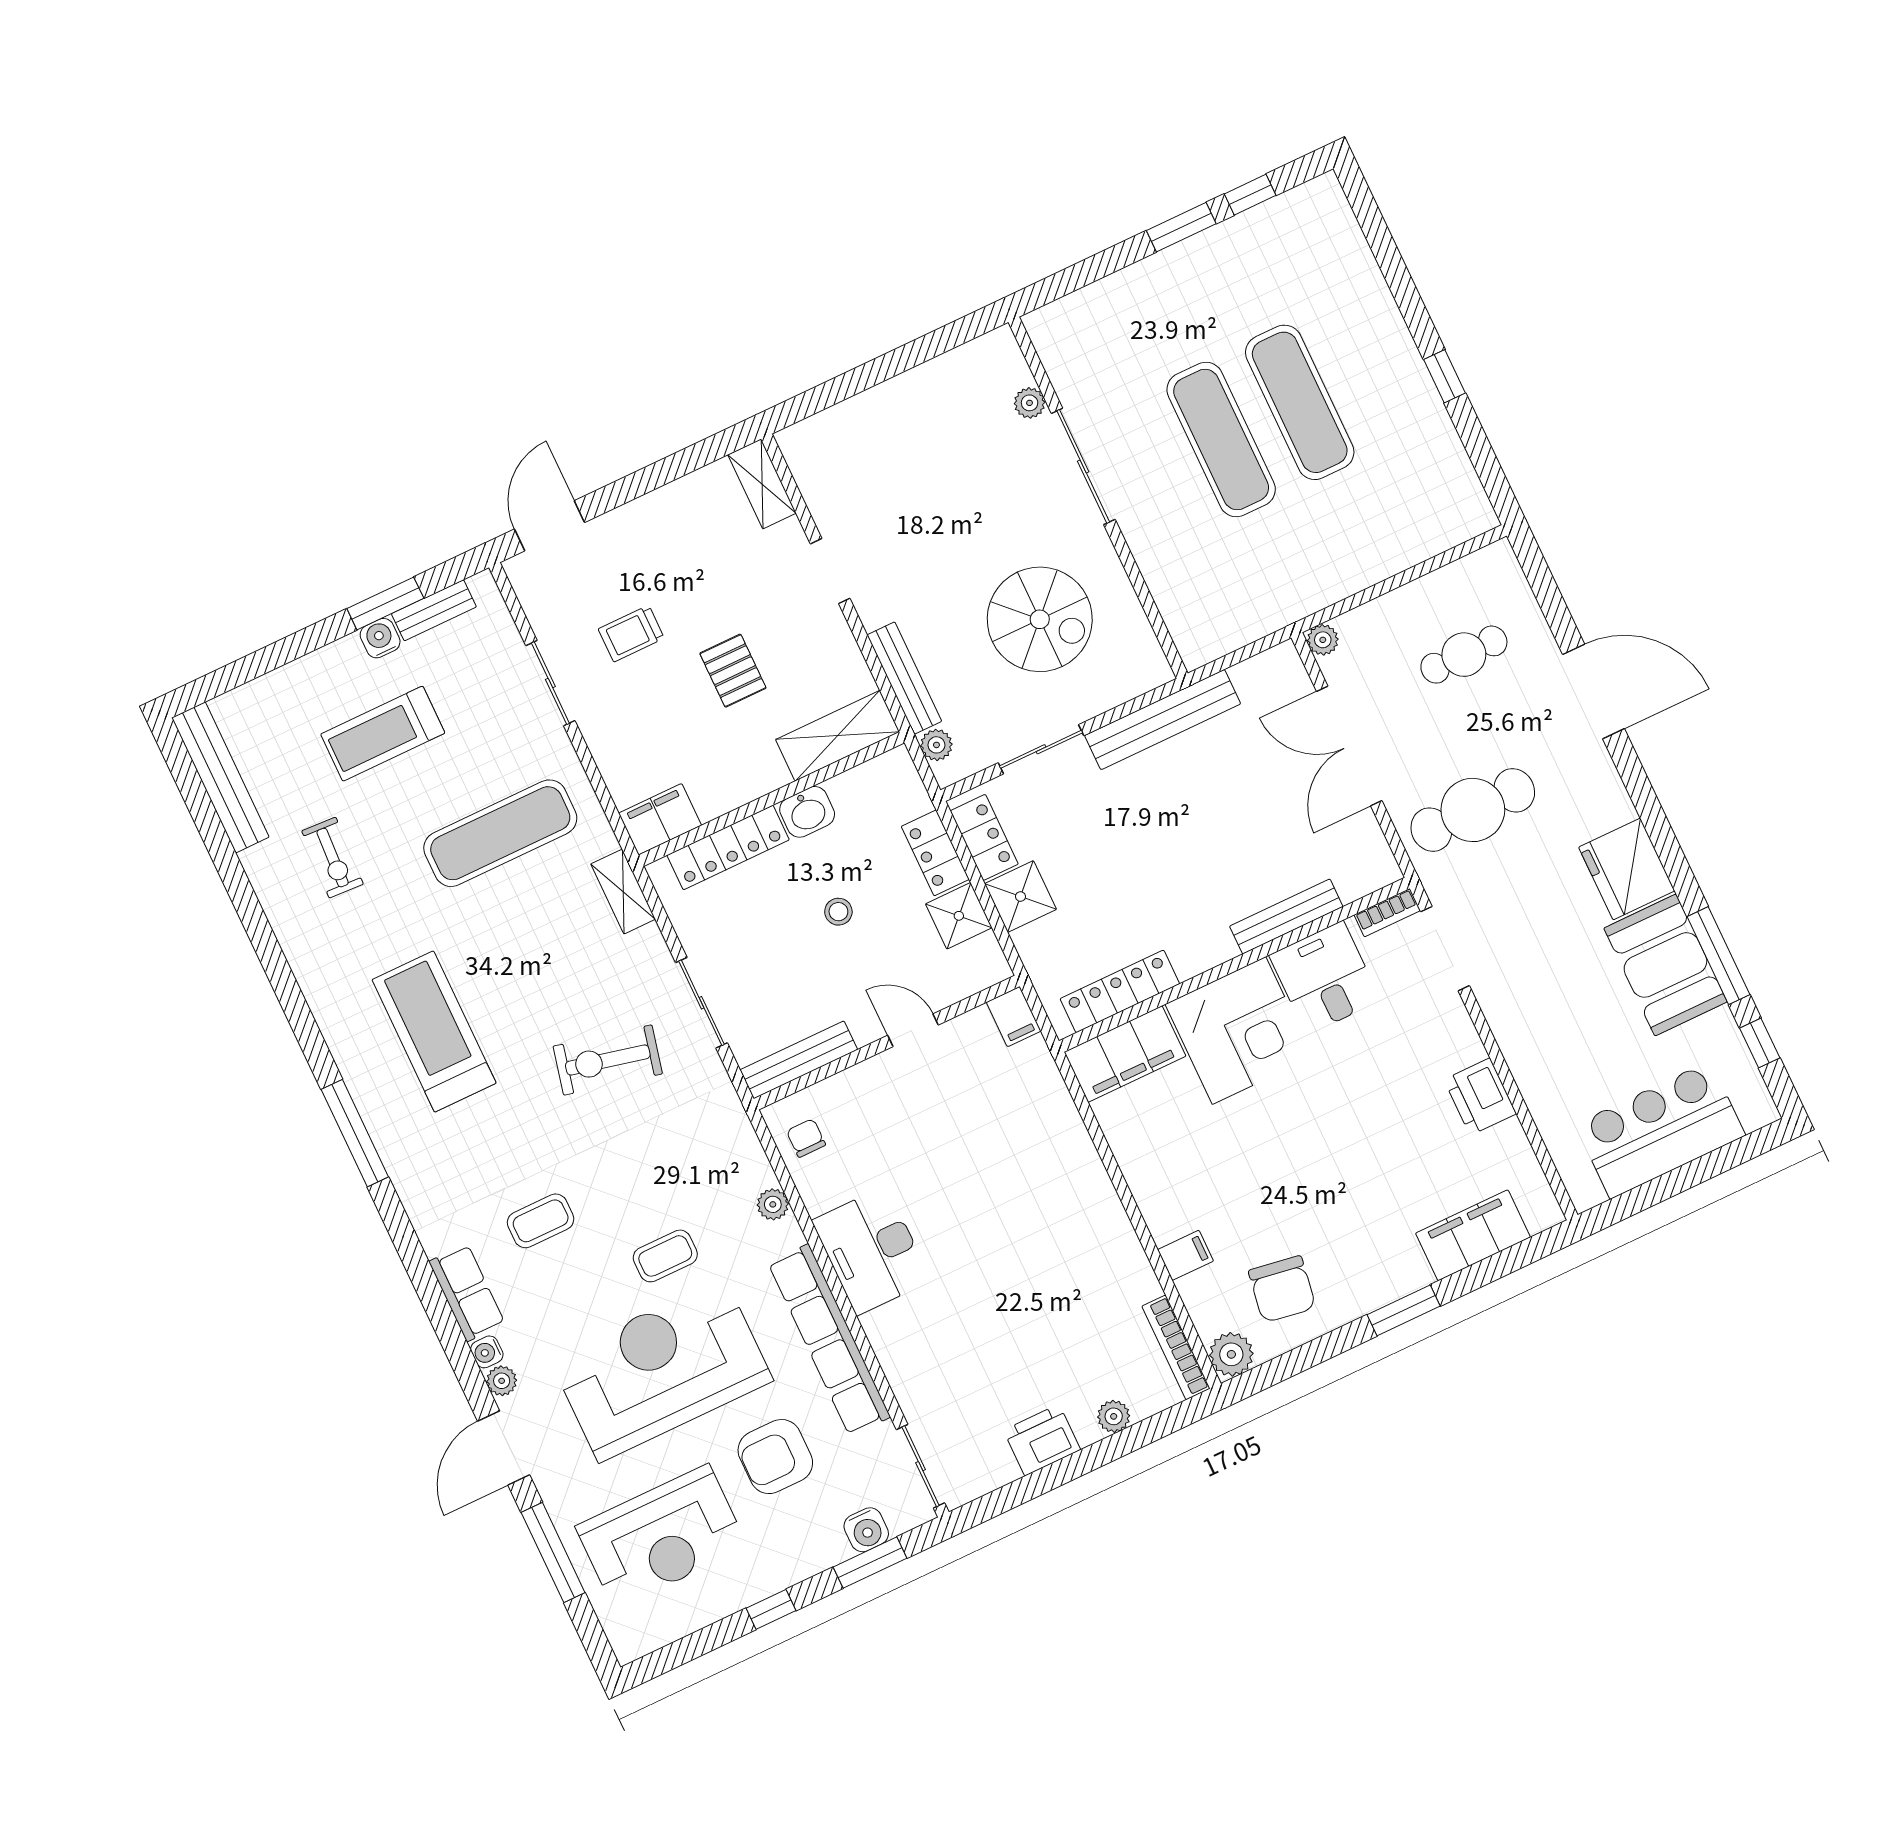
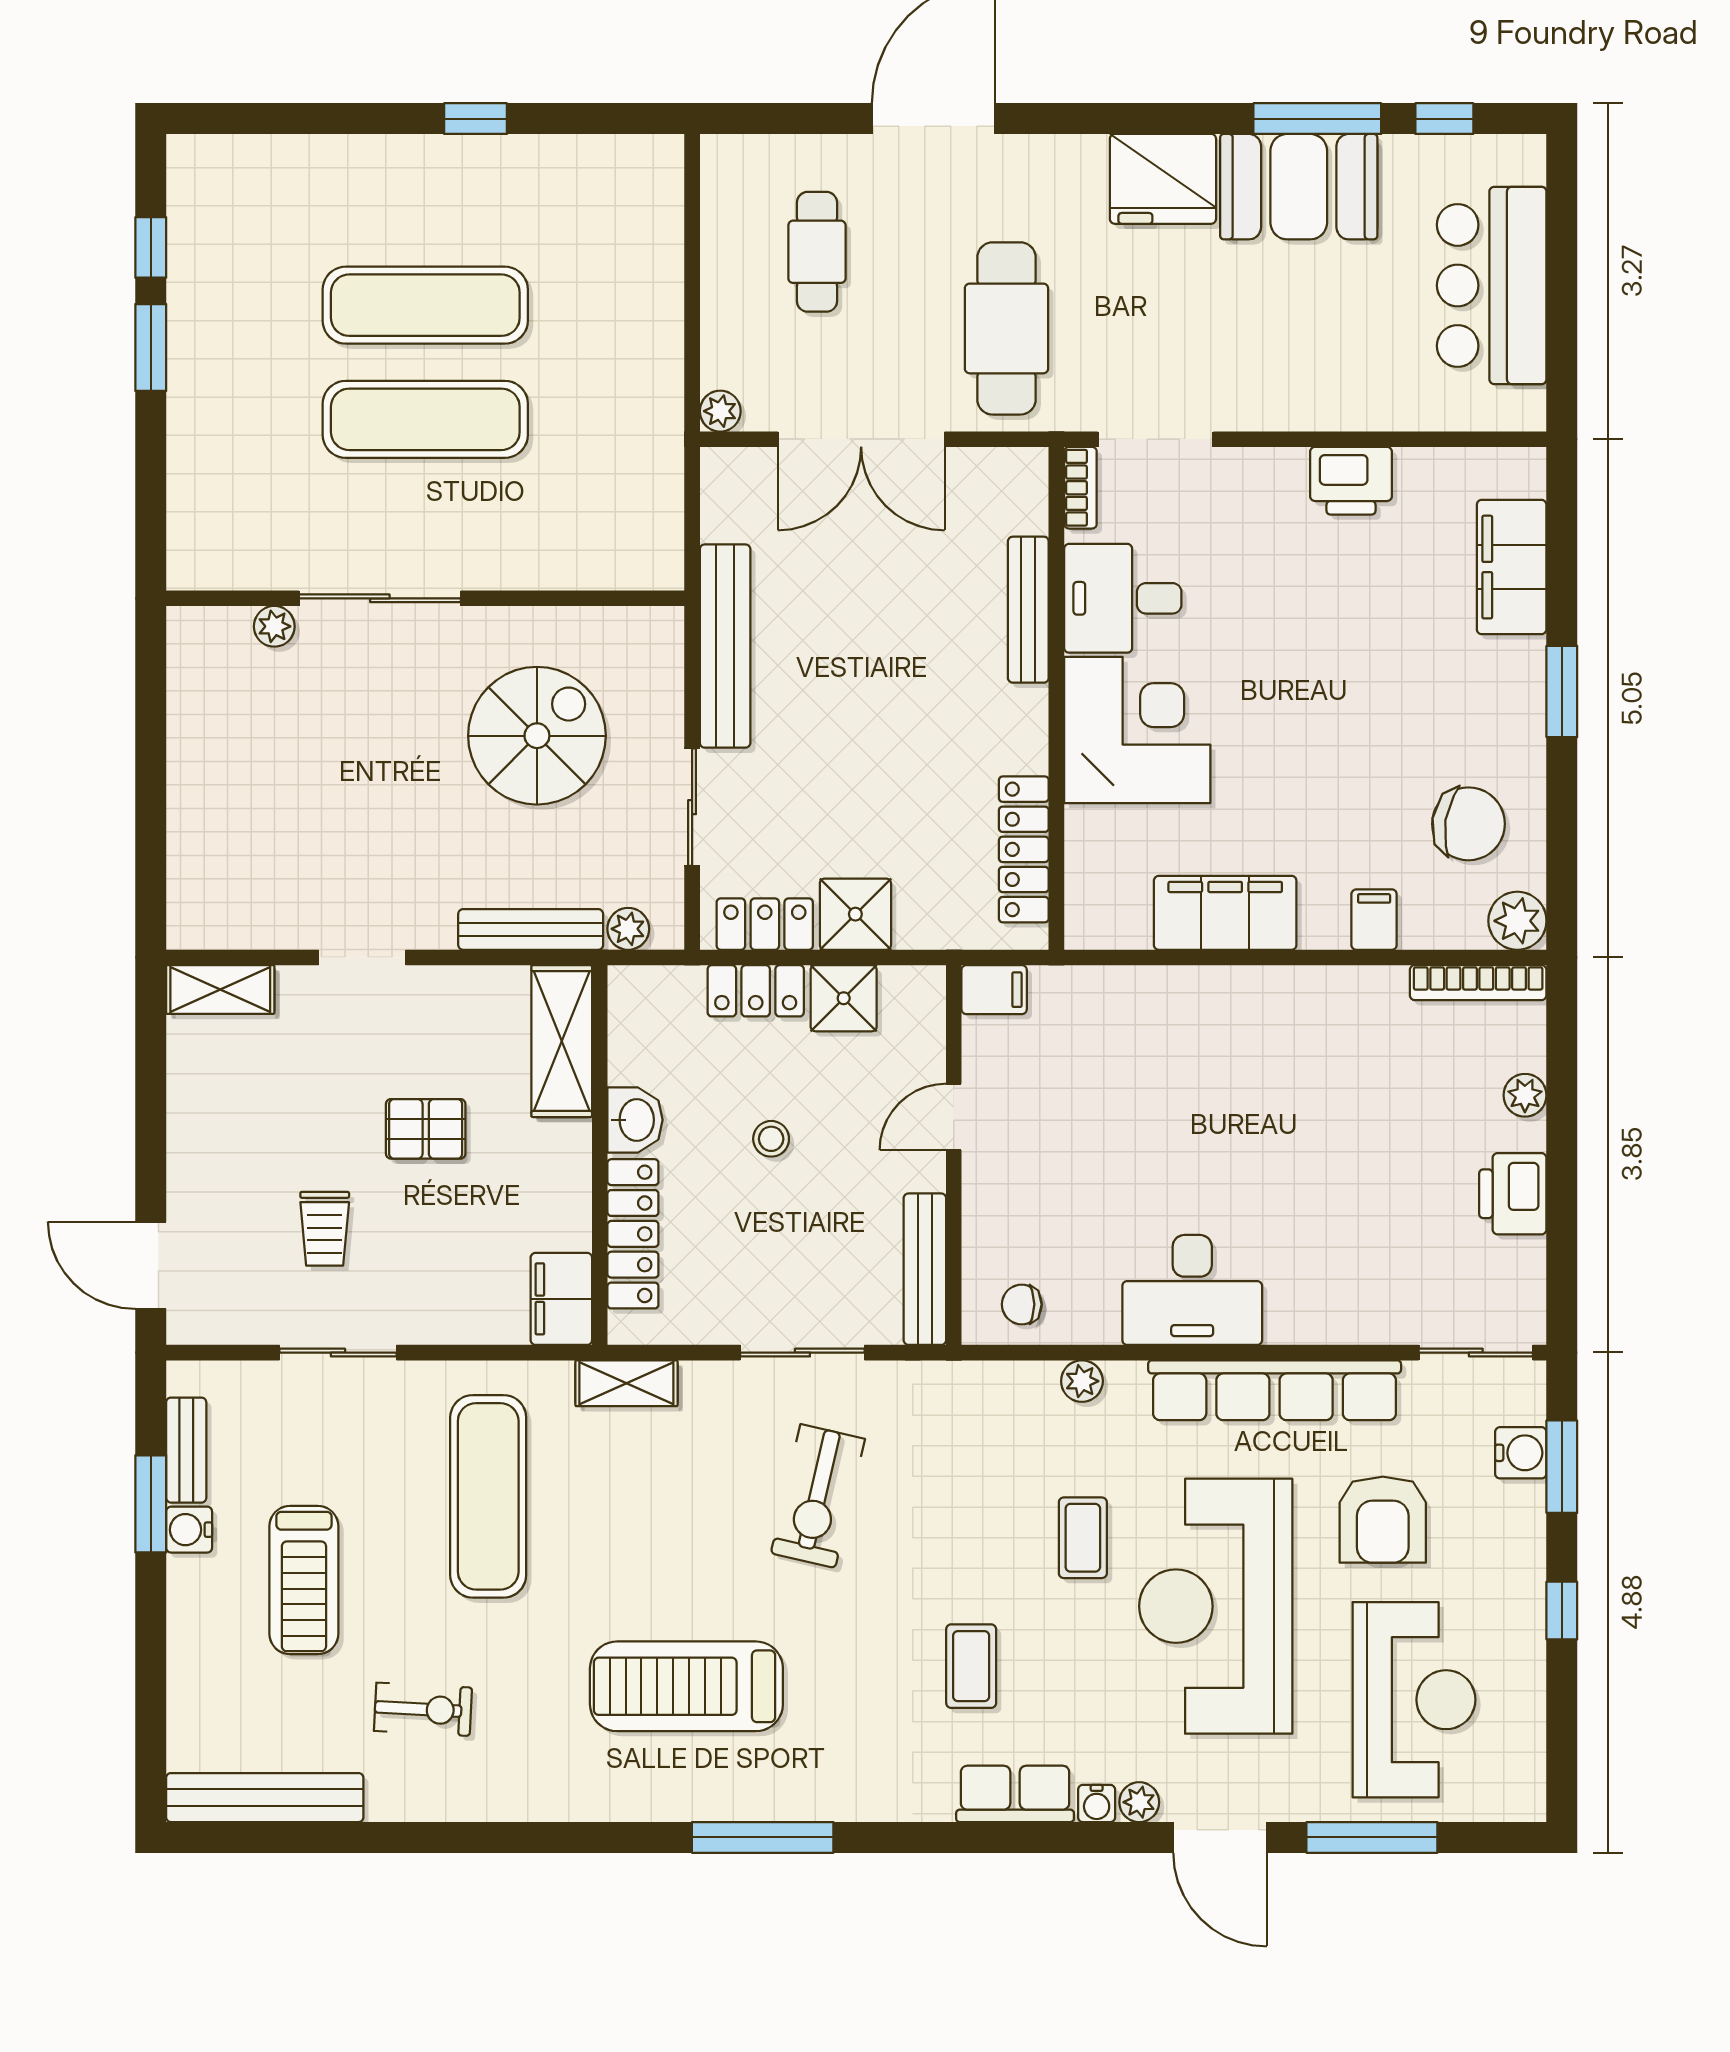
filing cabinet: (1125, 1054) -> (1225, 913), moved, turned -90

